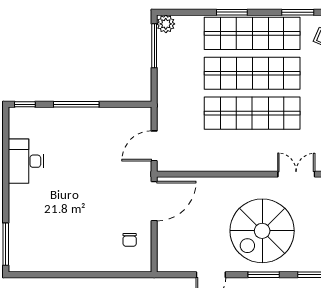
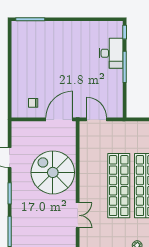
desk: (26, 161) -> (111, 53), moved, turned 90
door: (154, 201) -> (59, 119), swing flipped
spiral stairs: (262, 231) -> (53, 172), moved

